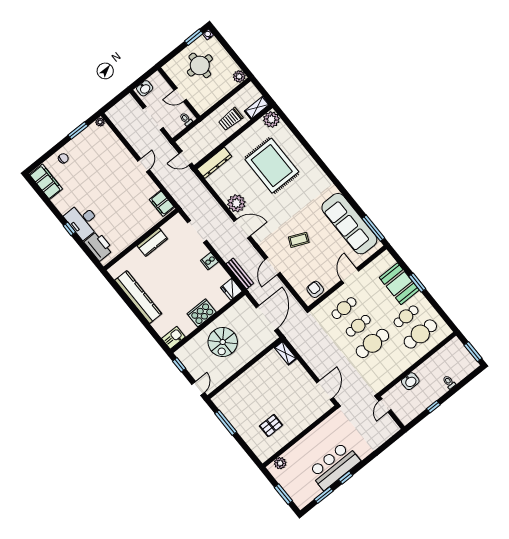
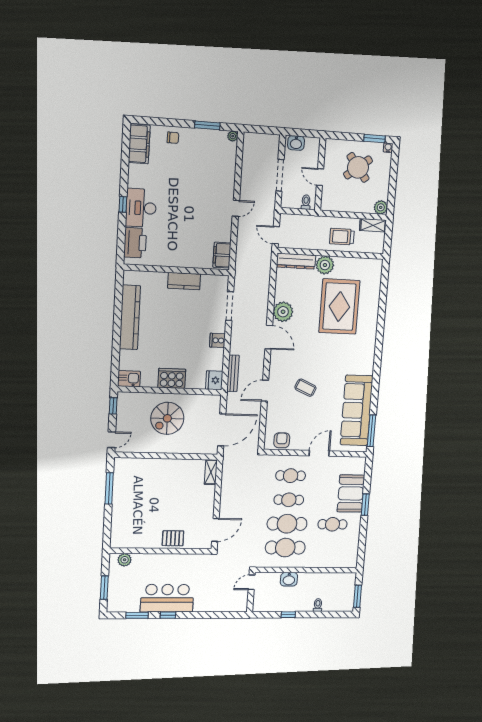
round table: (200, 65) -> (358, 167), turned -38
shelving: (257, 108) -> (373, 225), moved
plant: (271, 119) -> (325, 265), moved
cafe table: (420, 334) -> (285, 548), moved
pallet: (271, 426) -> (173, 538), moved

